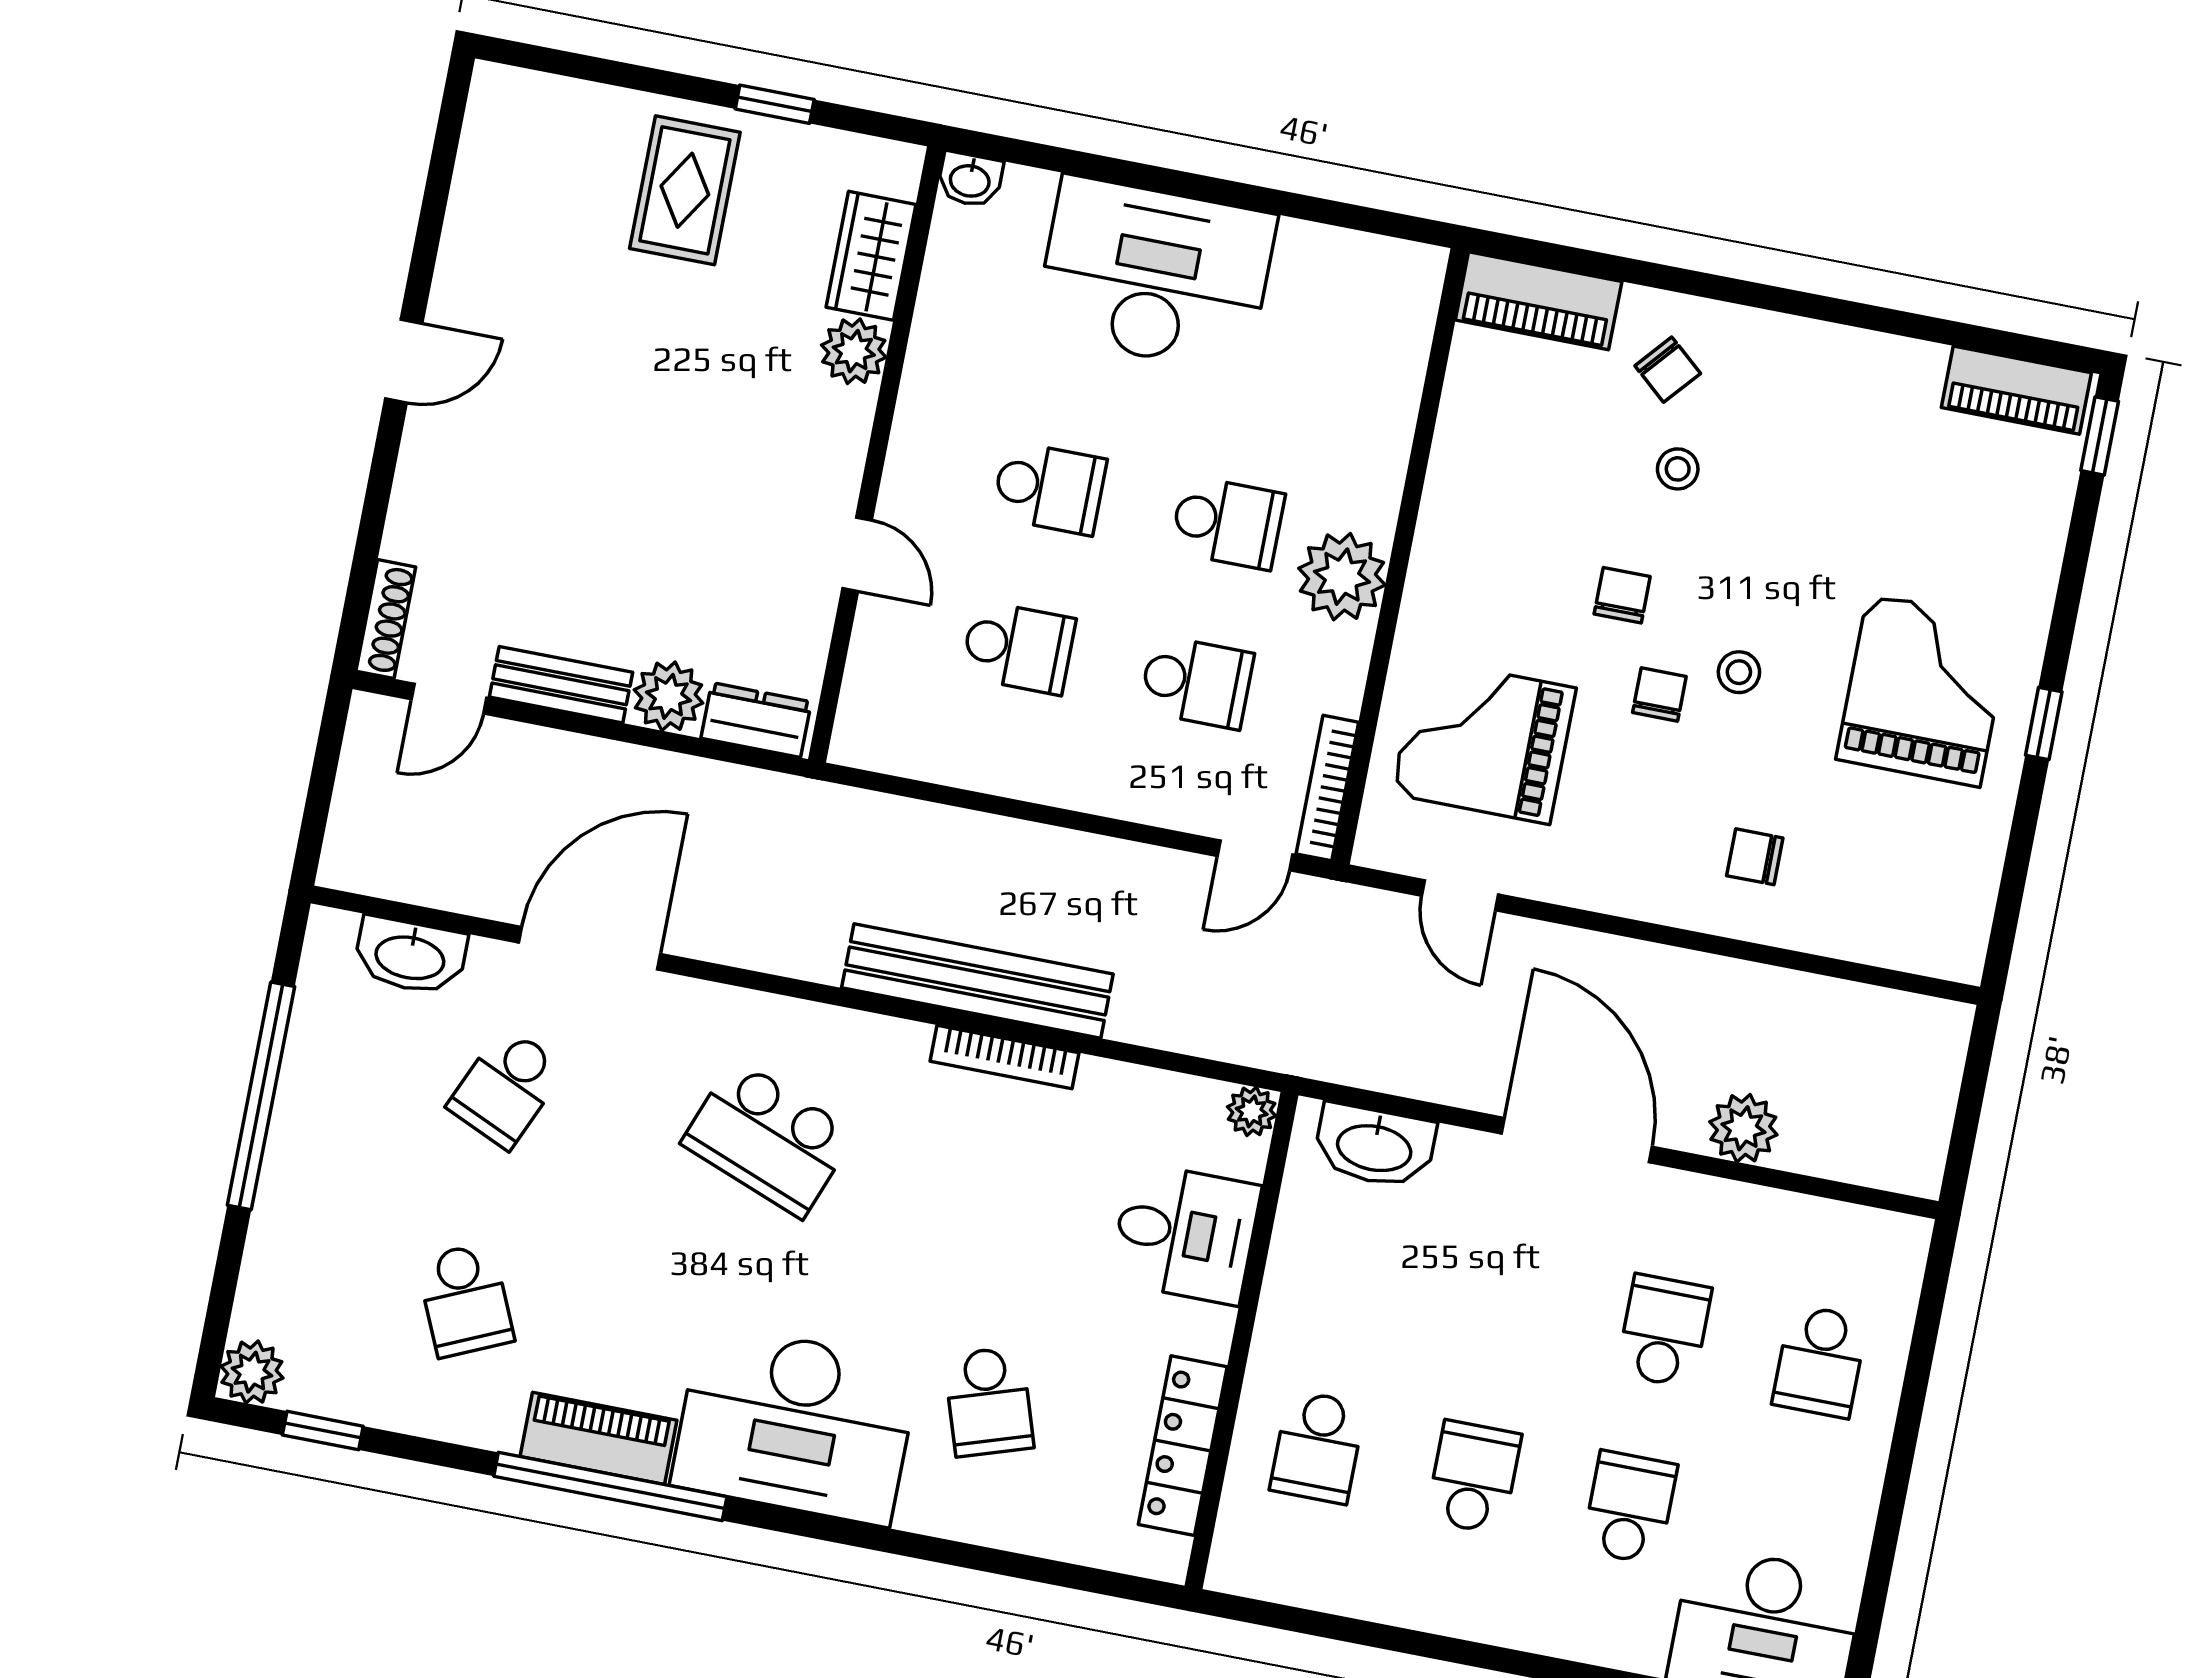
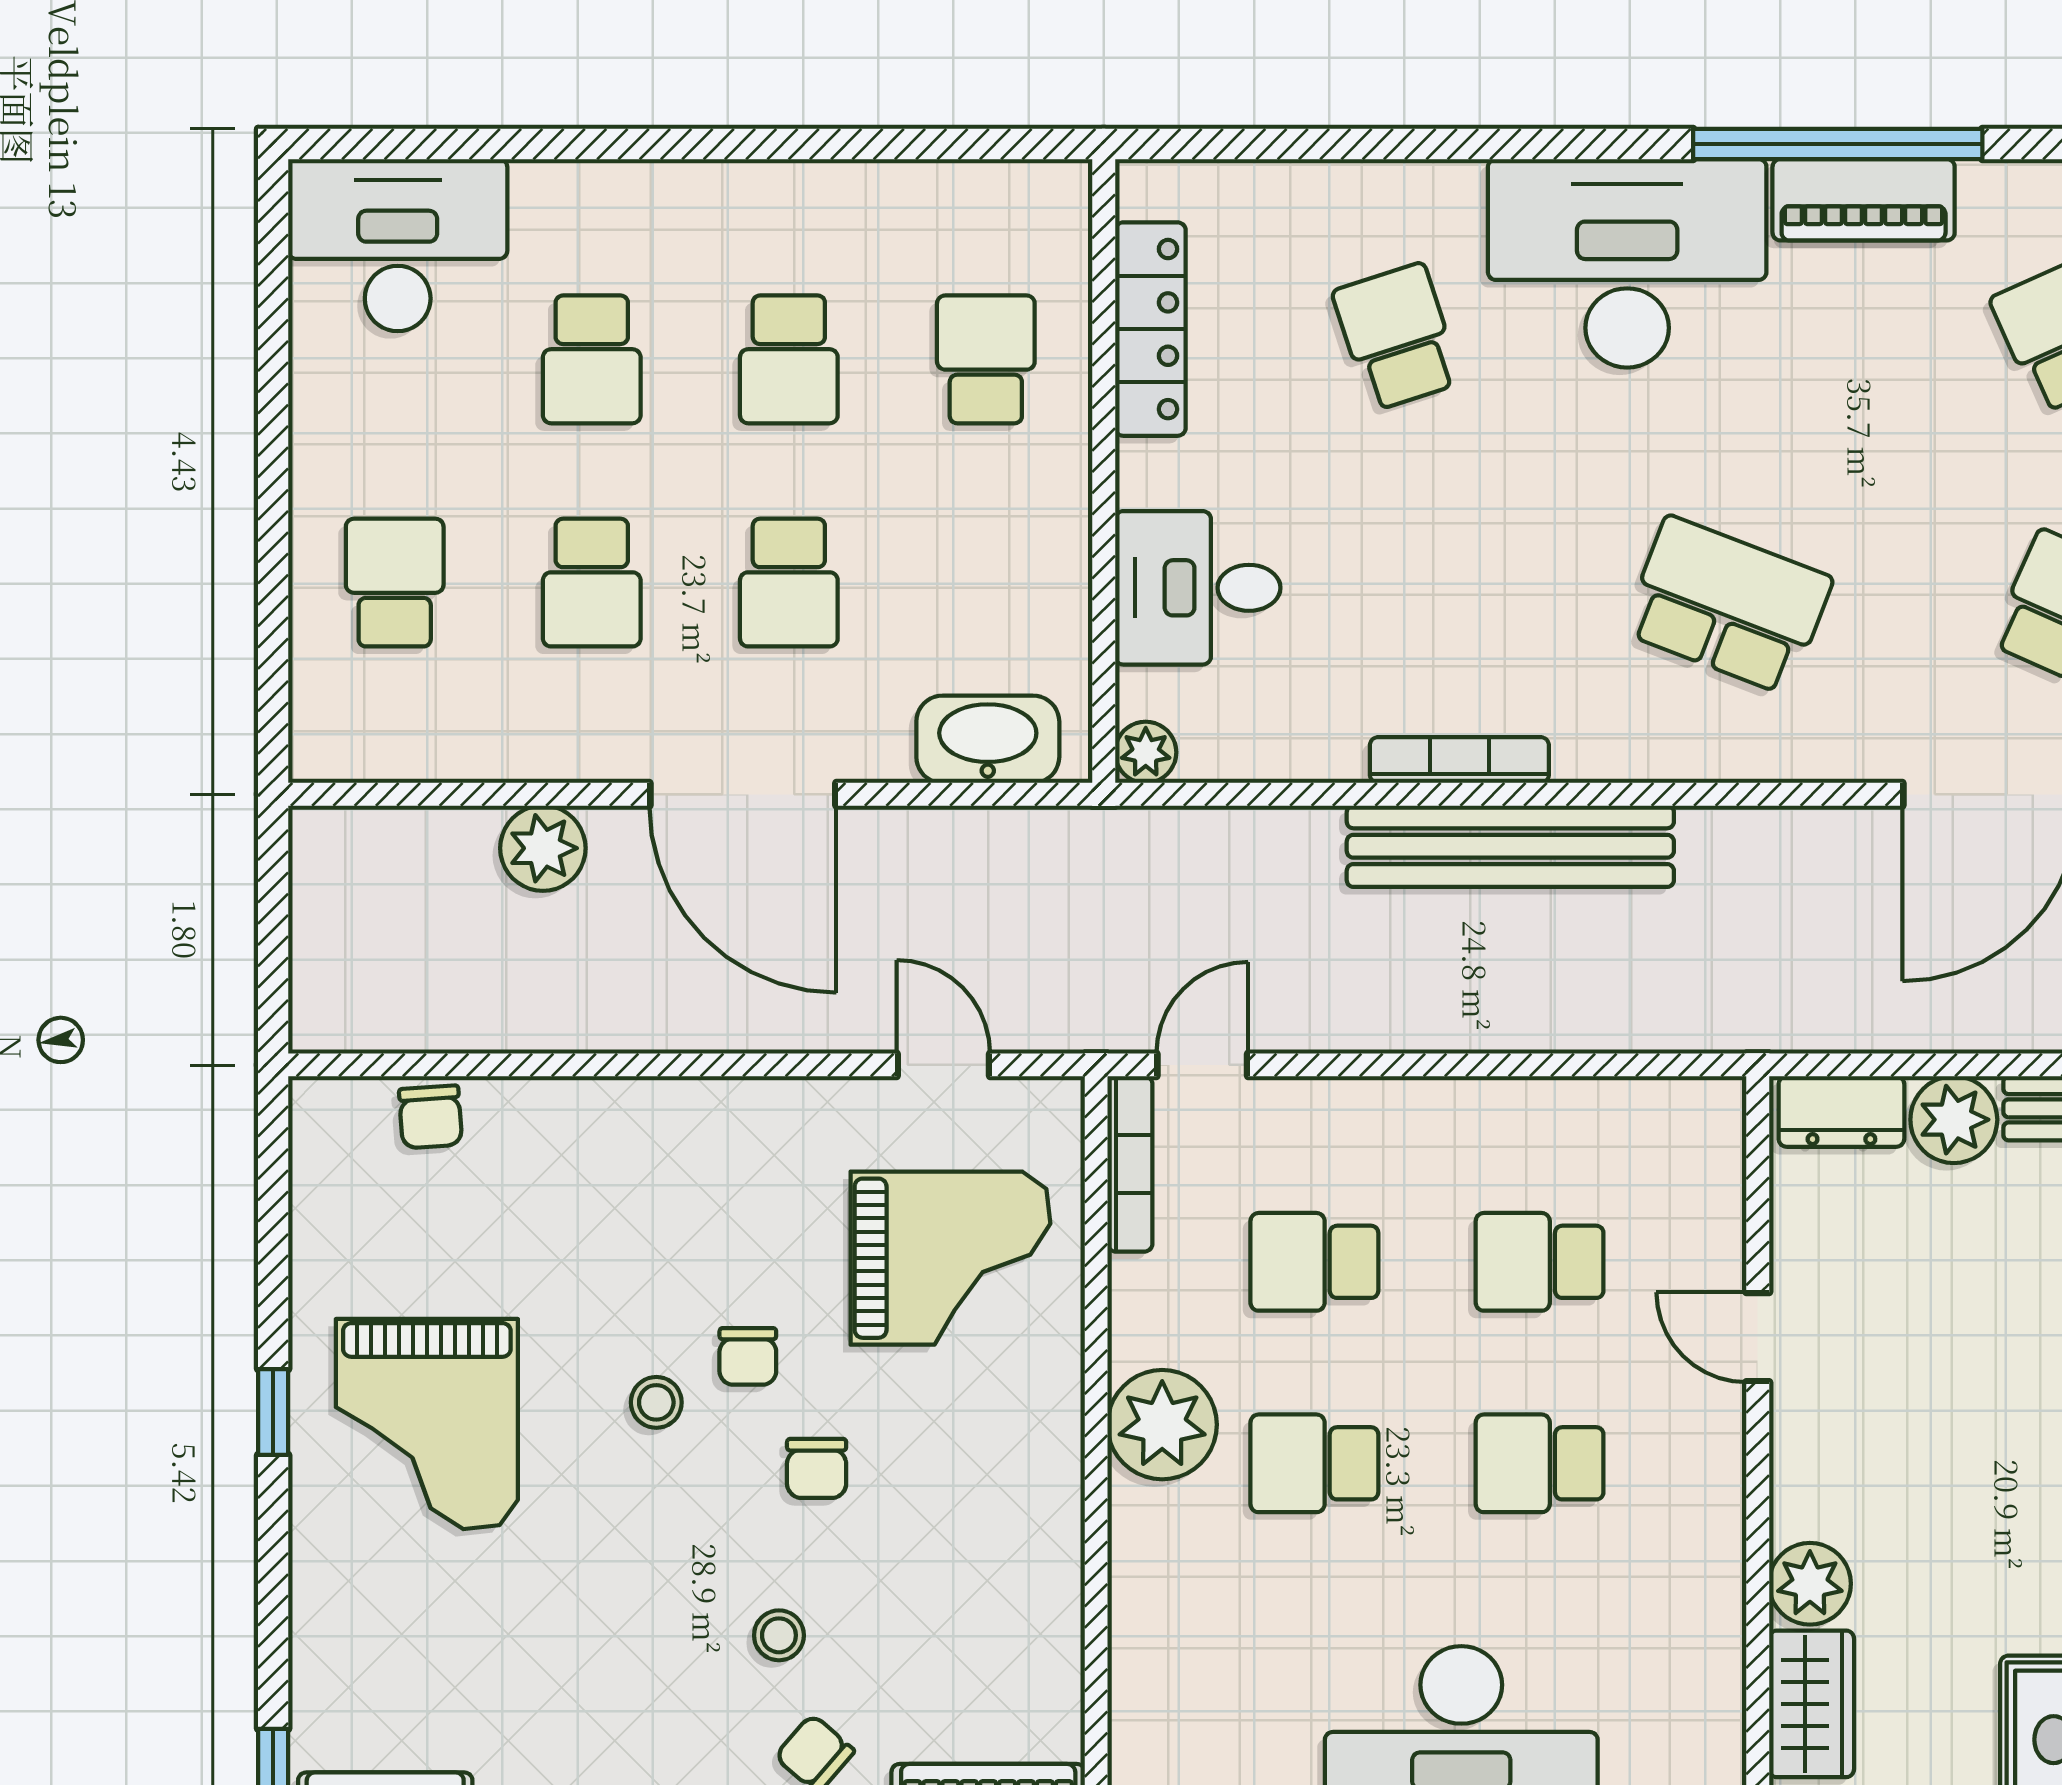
chair: (1755, 857) -> (430, 1117), moved, turned 86
school desk: (1508, 1301) -> (789, 583), added

